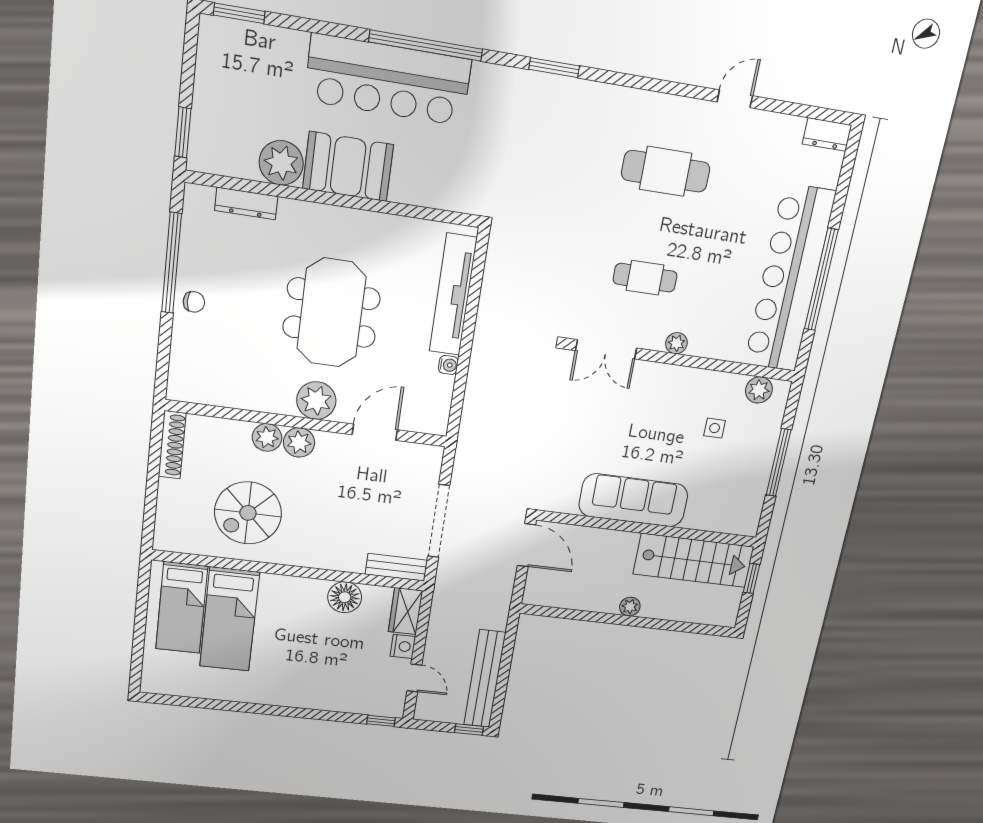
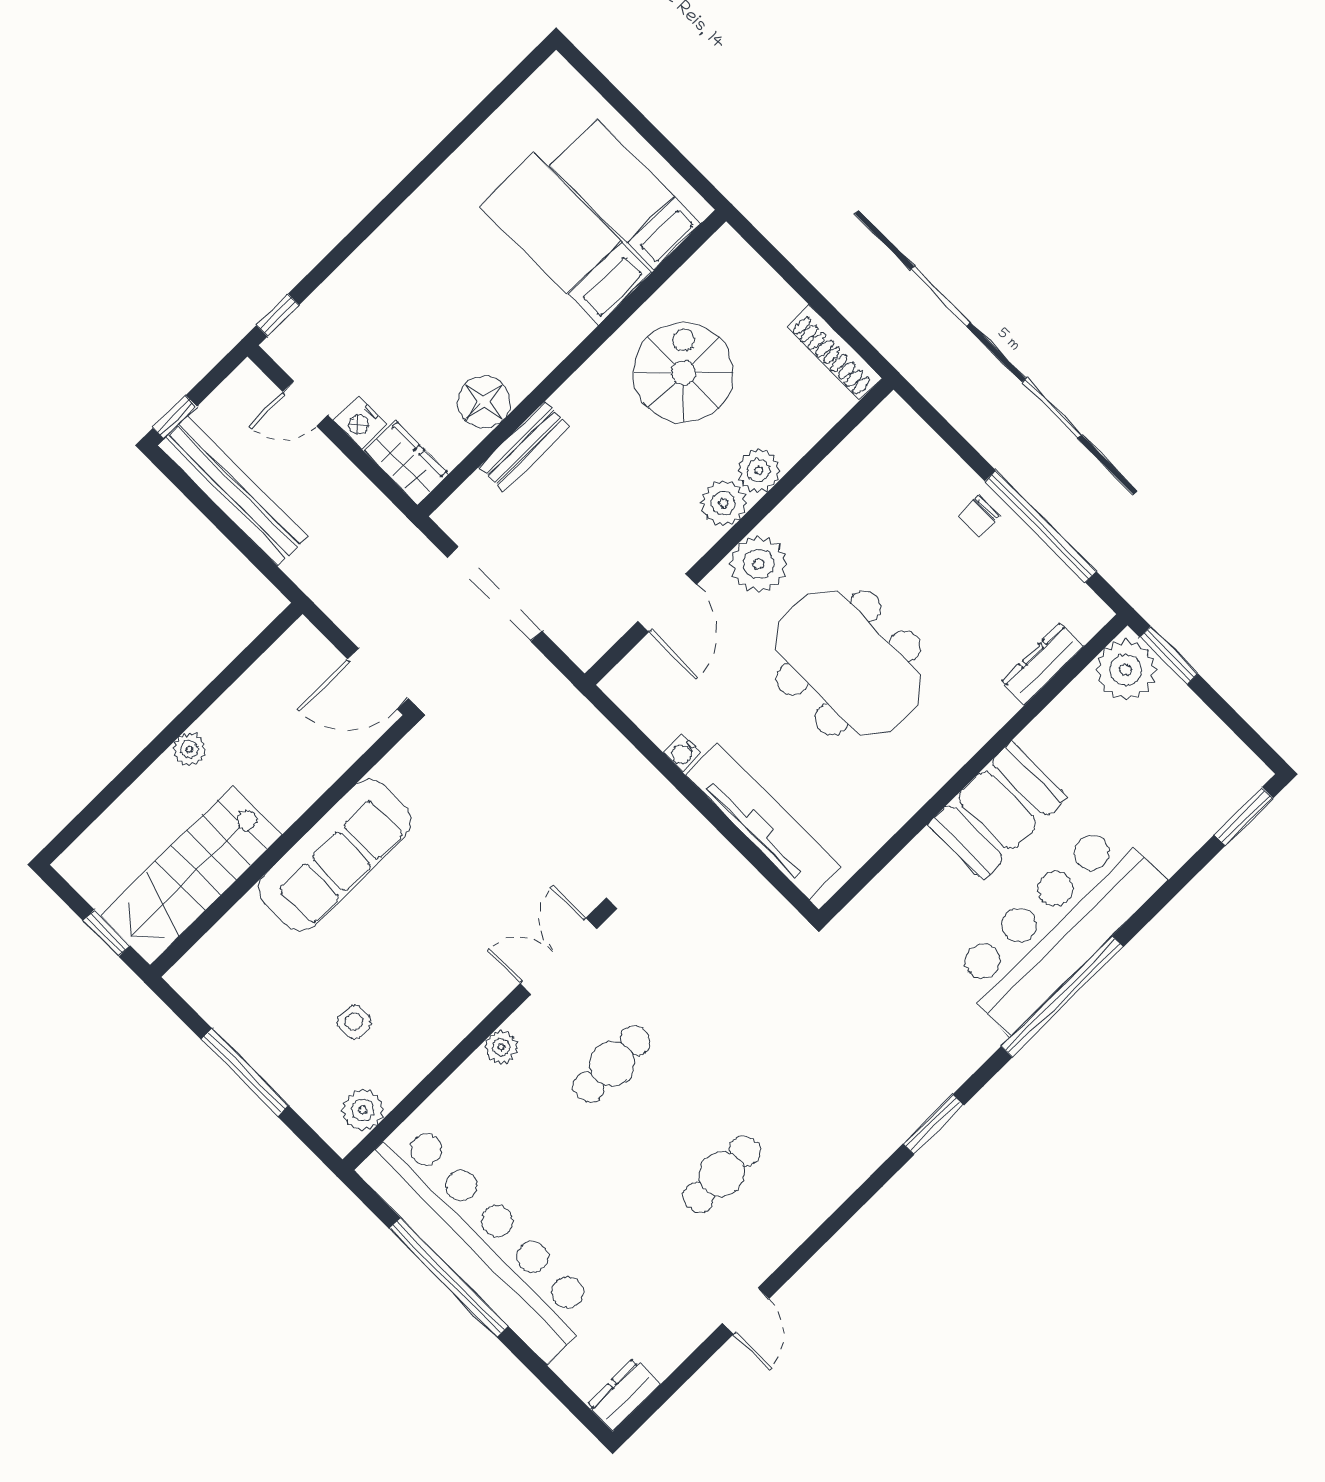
plant: (281, 163) -> (1126, 670), moved
cafe table: (666, 171) -> (721, 1174), width x0.73, depth x0.74
bench: (396, 567) -> (524, 446), moved

